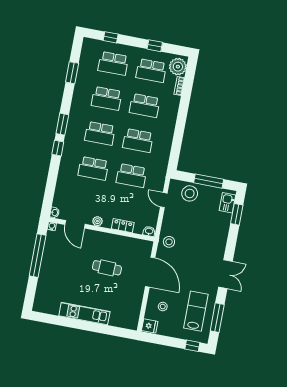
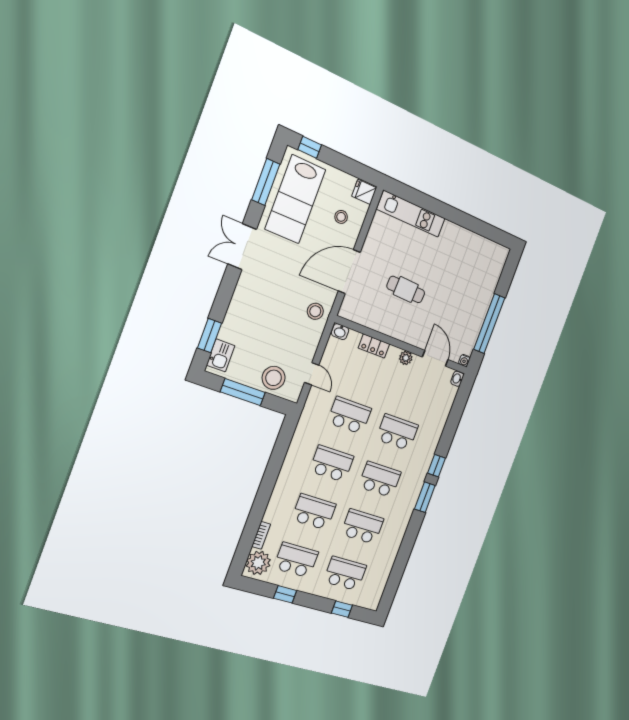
window: (72, 73) -> (400, 565), removed
door: (150, 272) -> (349, 272), hinge flipped
lab bench: (196, 311) -> (295, 199), width x1.36, depth x1.39
kitchen unit: (84, 314) -> (411, 214), moved

